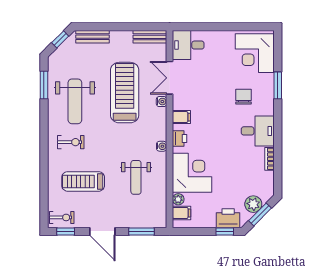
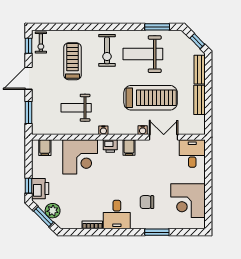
bench: (150, 37) -> (199, 100), moved
corner desk: (255, 53) -> (188, 201), moved, turned -90
chair: (244, 97) -> (147, 202), turned 180
exercise bike: (71, 142) -> (107, 50), width x1.38, depth x1.39
plant: (178, 199) -> (57, 145), removed

